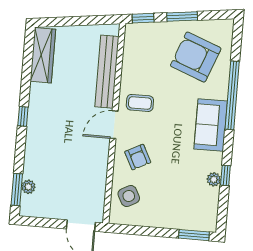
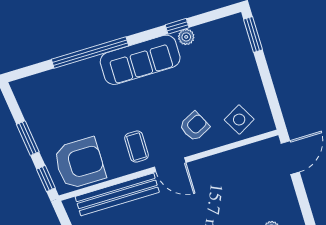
armchair: (196, 57) -> (80, 163), moved, turned -111
sofa: (211, 125) -> (140, 60), width x1.36

